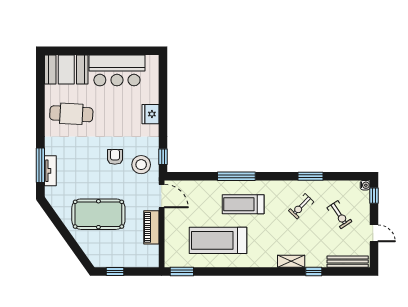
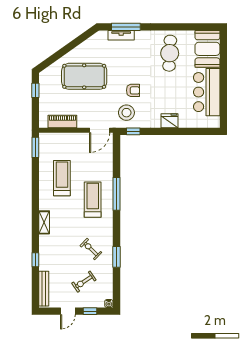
window: (374, 196) -> (90, 311), moved
pool table: (98, 214) -> (84, 76), turned 90
piano: (151, 227) -> (62, 121), moved
treadmill: (218, 240) -> (62, 178), width x0.73, depth x0.73
shelving: (291, 261) -> (44, 222), moved

